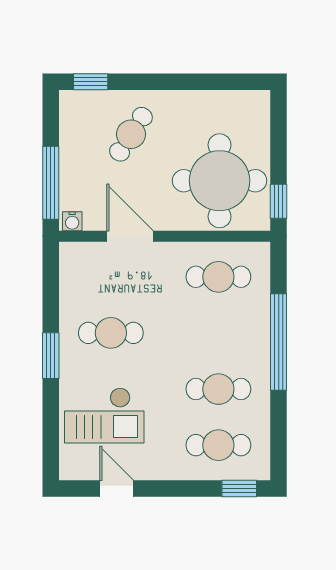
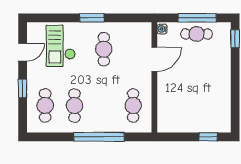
cafe table: (131, 134) -> (197, 34), moved, turned -33
round table: (220, 181) -> (183, 106), removed
window: (51, 183) -> (197, 18), moved
window: (279, 201) -> (208, 137), moved
window: (239, 488) -> (23, 89), moved

